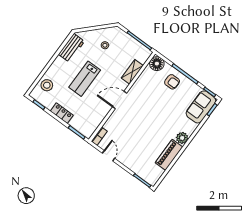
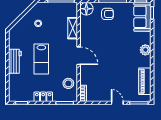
workbench: (71, 48) -> (15, 61), moved
stool: (47, 85) -> (68, 83), moved
door: (120, 100) -> (79, 56), swing flipped
piano: (169, 155) -> (145, 81), moved
door: (108, 156) -> (117, 103), moved

